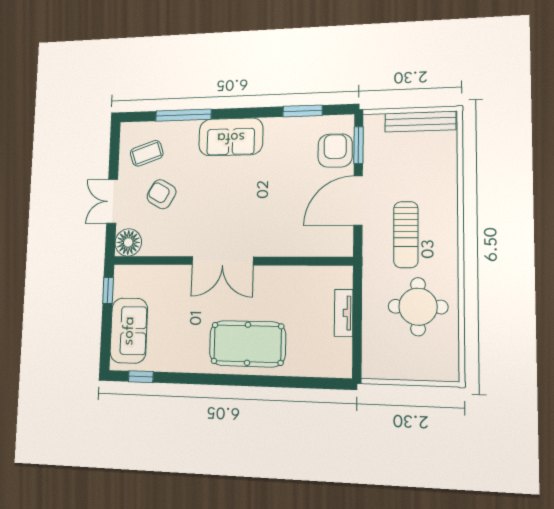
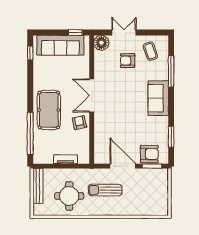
bench: (420, 122) -> (38, 186), moved
armchair: (161, 194) -> (128, 61), turned -120
armchair: (273, 285) -> (79, 123), added
sofa: (129, 331) -> (60, 45), width x1.36
window: (292, 382) -> (30, 133), added

